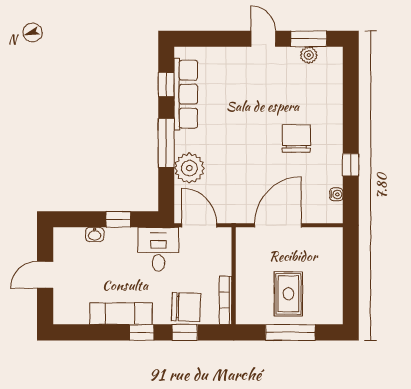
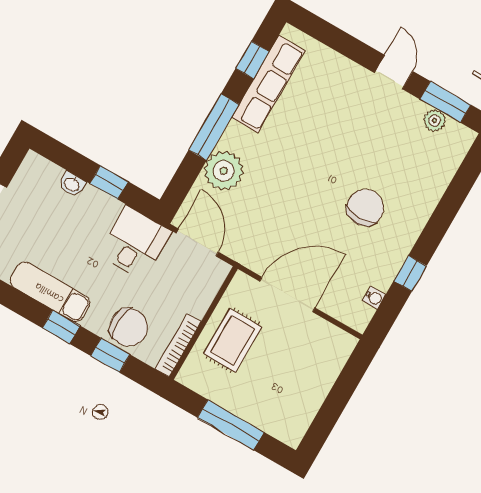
rug: (288, 294) -> (233, 340), moved

